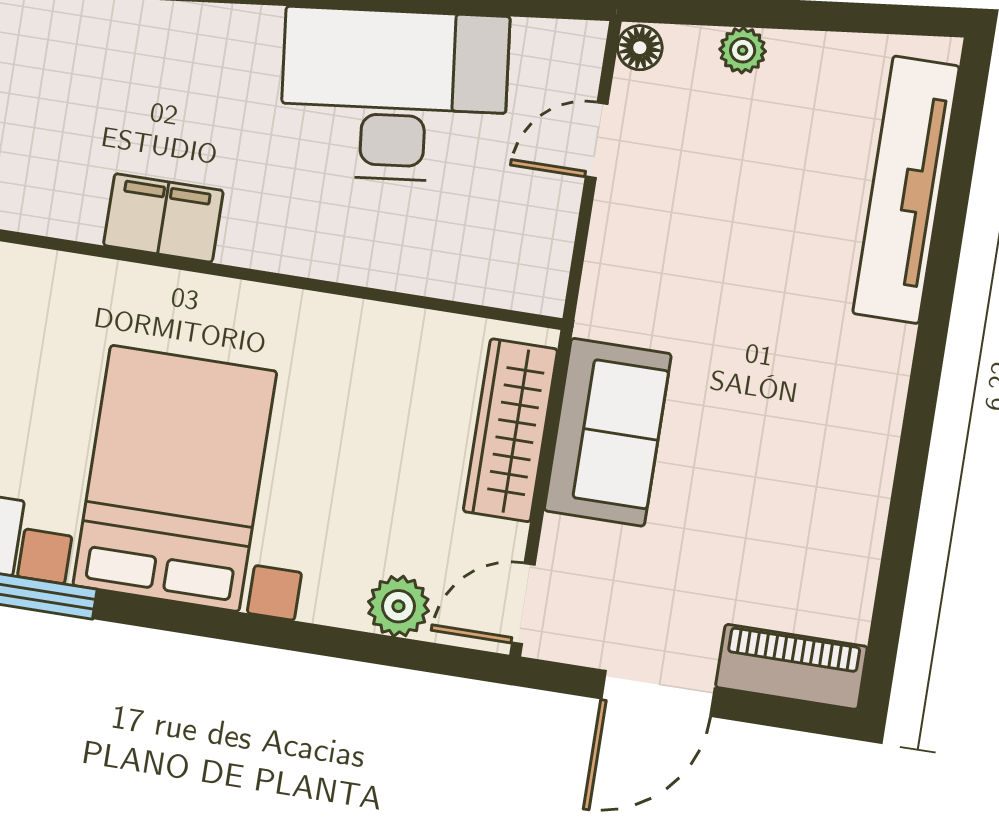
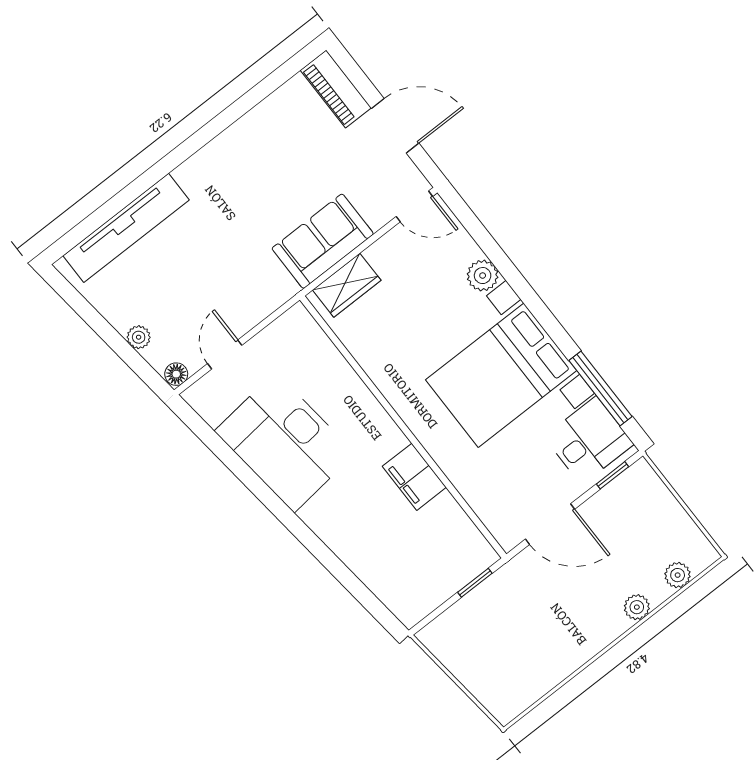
door: (597, 140) -> (225, 354), swing flipped
wardrobe: (510, 430) -> (347, 285), width x0.67
plant: (398, 606) -> (483, 276), moved

